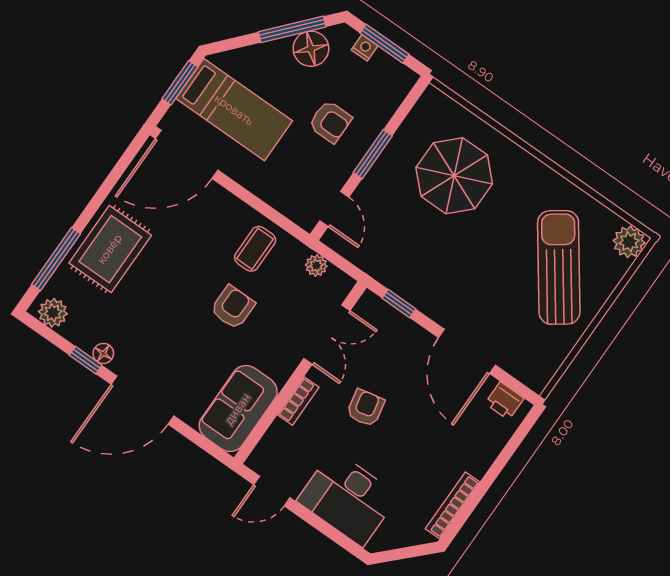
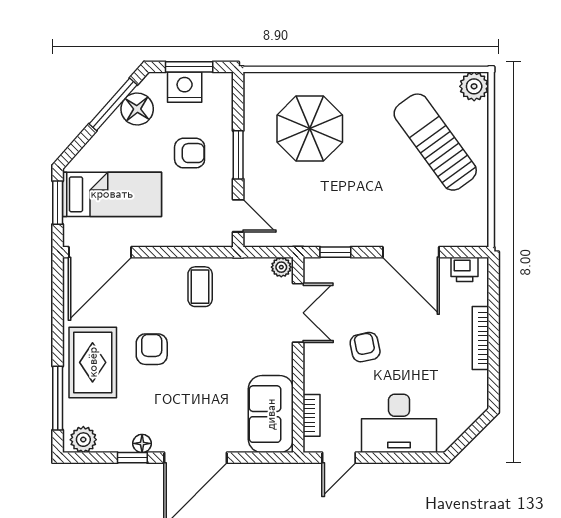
nightstand: (365, 48) -> (185, 87), width x1.89, depth x1.79
plant: (316, 265) -> (281, 267), moved
armchair: (233, 307) -> (152, 349), moved
bookcase: (298, 401) -> (312, 415), moved
bookcase: (453, 505) -> (480, 338), moved

